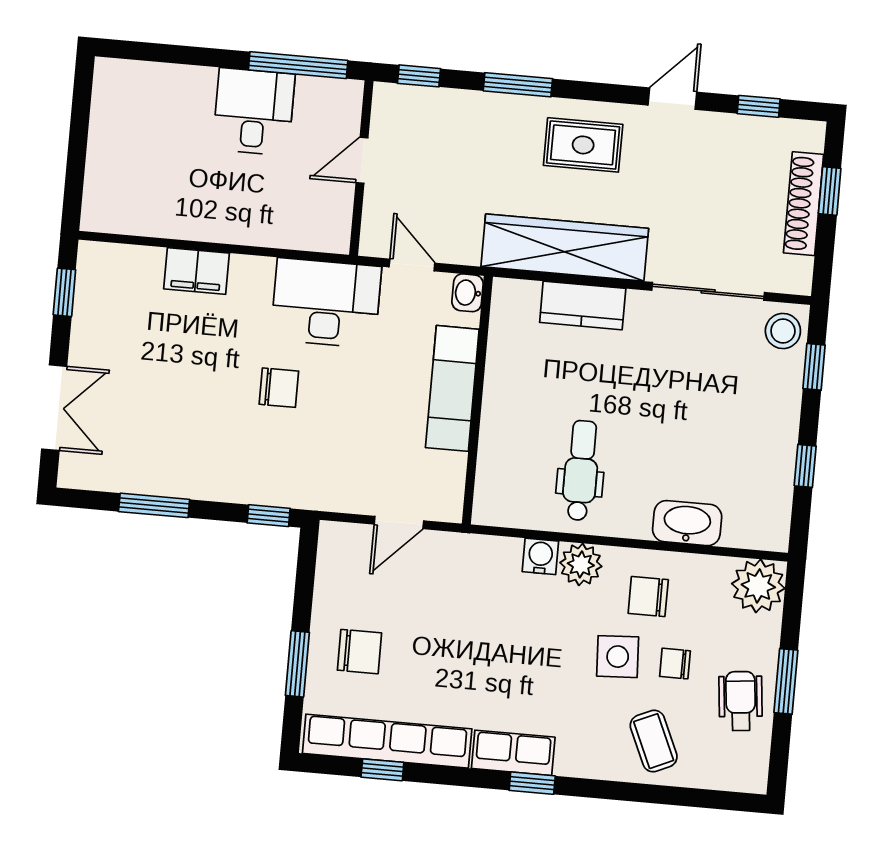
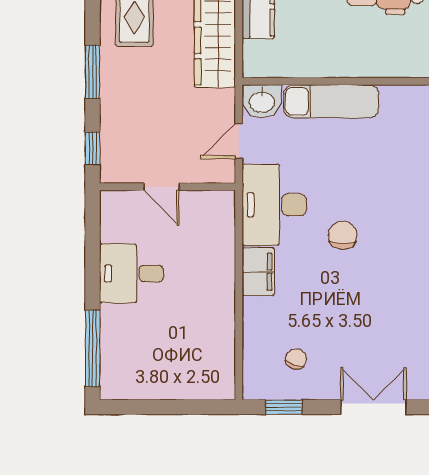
window: (298, 65) -> (93, 348), moved
filing cabinet: (197, 271) -> (258, 272), moved
washbasin: (468, 293) -> (262, 101), width x1.38, depth x1.45
chair: (125, 313) -> (296, 359), added

